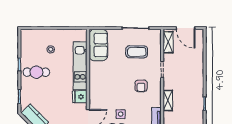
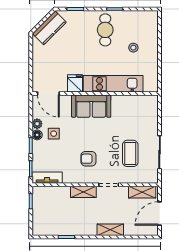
sofa: (98, 45) -> (91, 106), moved
shelving: (199, 68) -> (110, 230), added
shelving: (168, 101) -> (83, 192), moved

